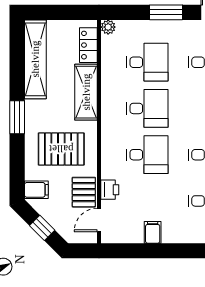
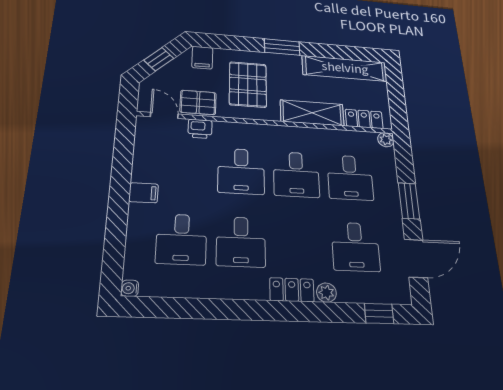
filing cabinet: (153, 232) -> (144, 193), moved

